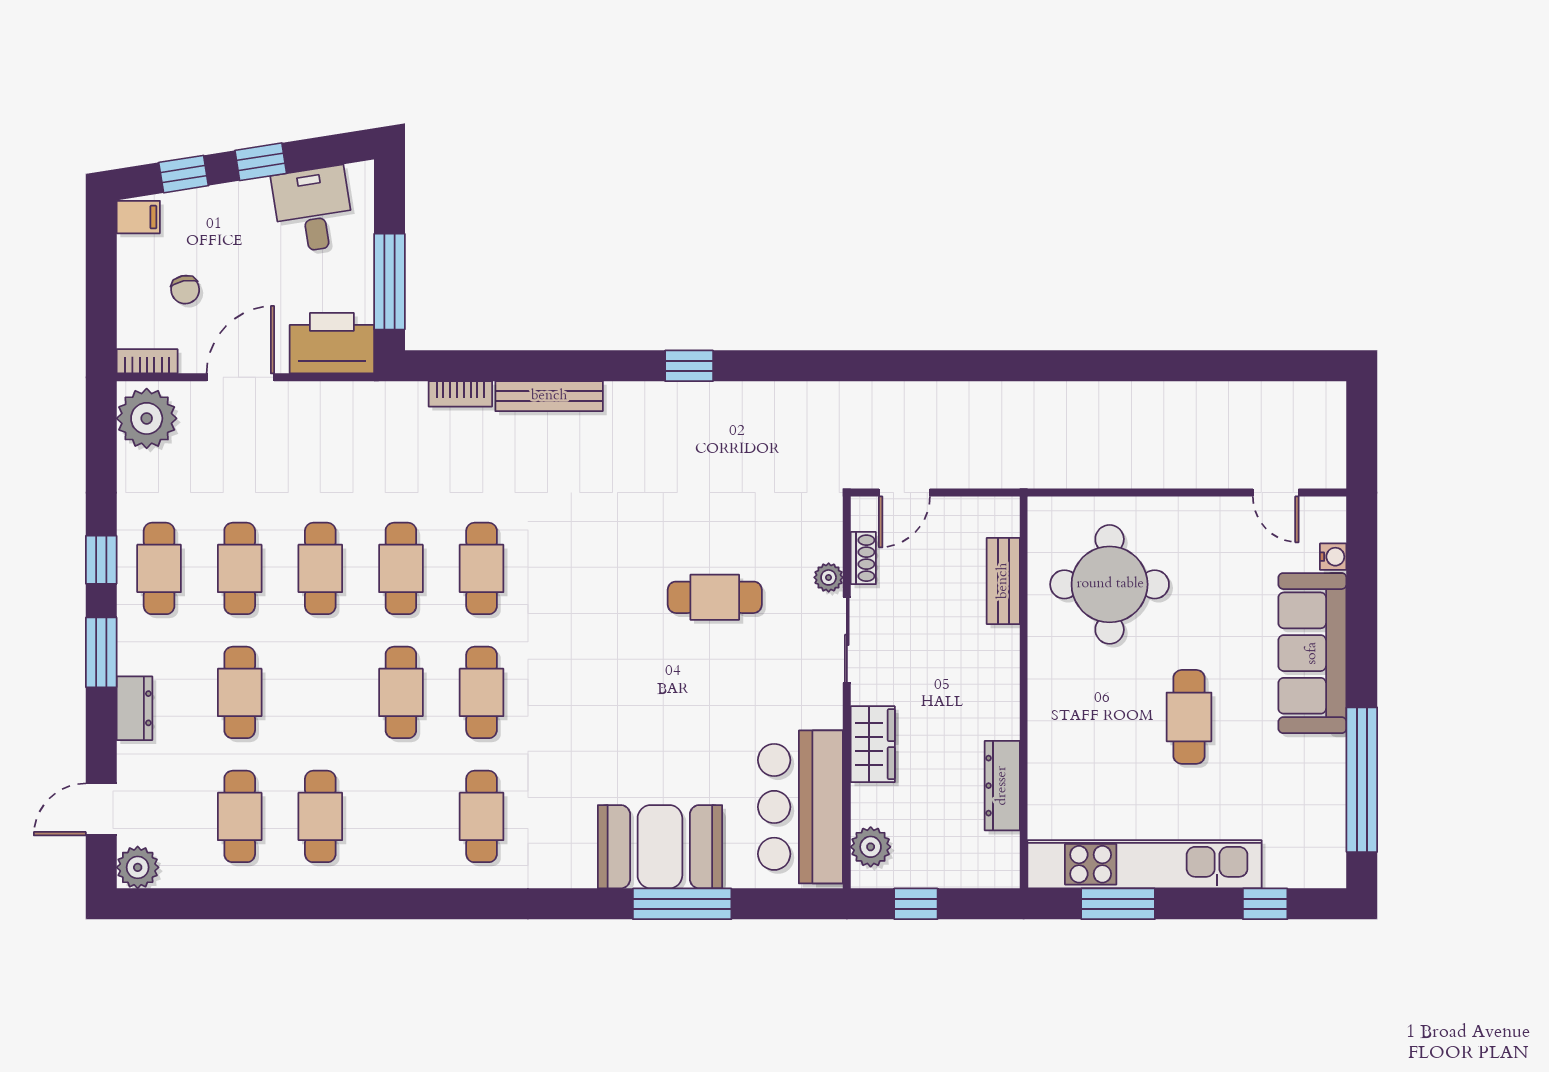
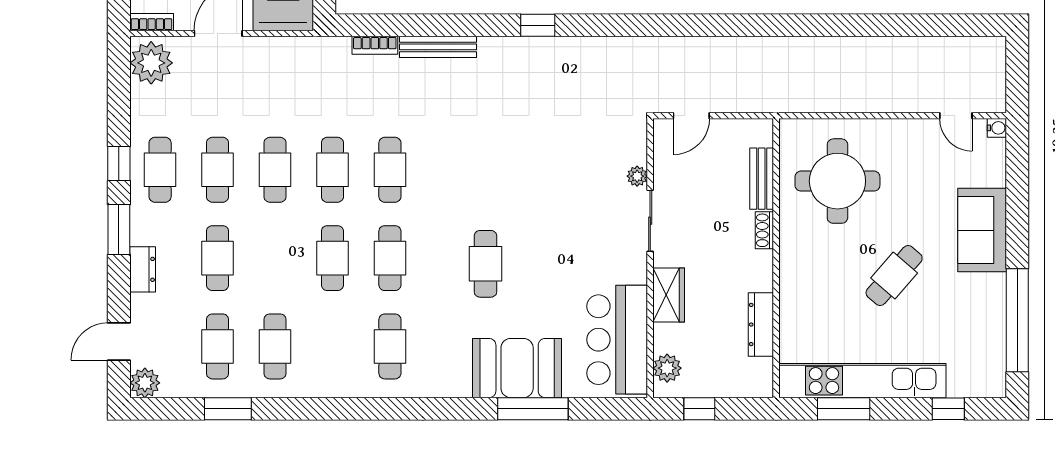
water cooler: (1333, 557) -> (997, 128), moved
shoe rack: (863, 558) -> (764, 230), moved, turned 180
cafe table: (715, 597) -> (485, 264), moved, turned 90
sofa: (1312, 653) -> (982, 230), width x0.73
cafe table: (1189, 717) -> (894, 276), turned 41
window: (254, 904) -> (228, 409), added

